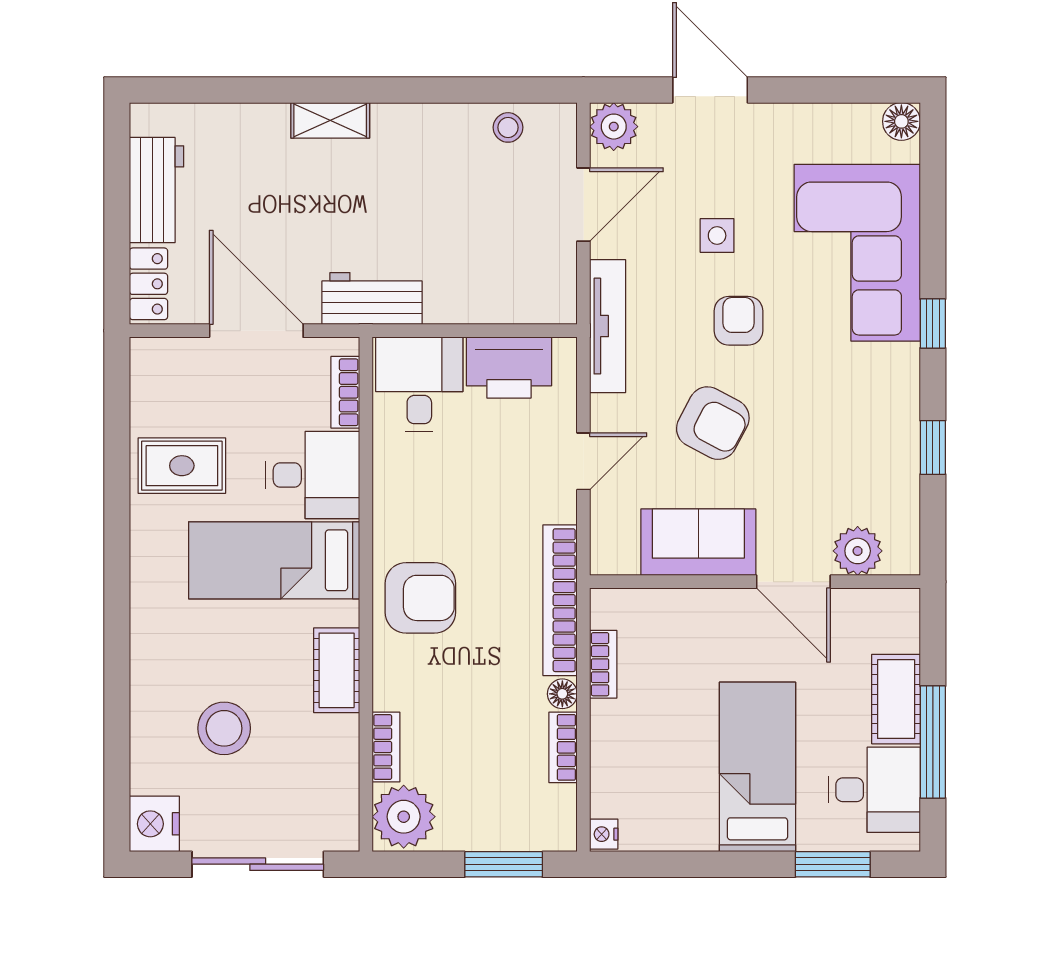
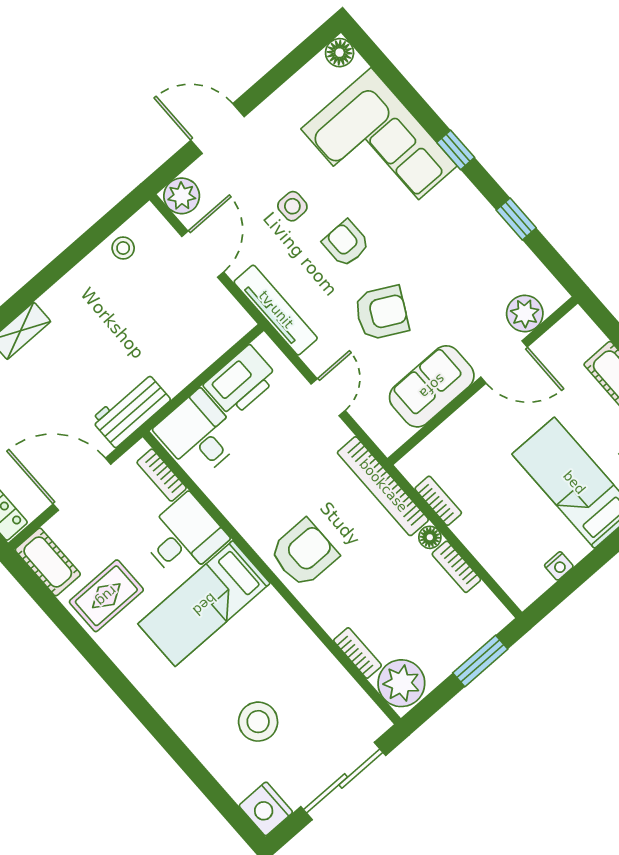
cot: (337, 670) -> (48, 562), moved
nightstand: (604, 834) -> (559, 566), moved, turned -90

